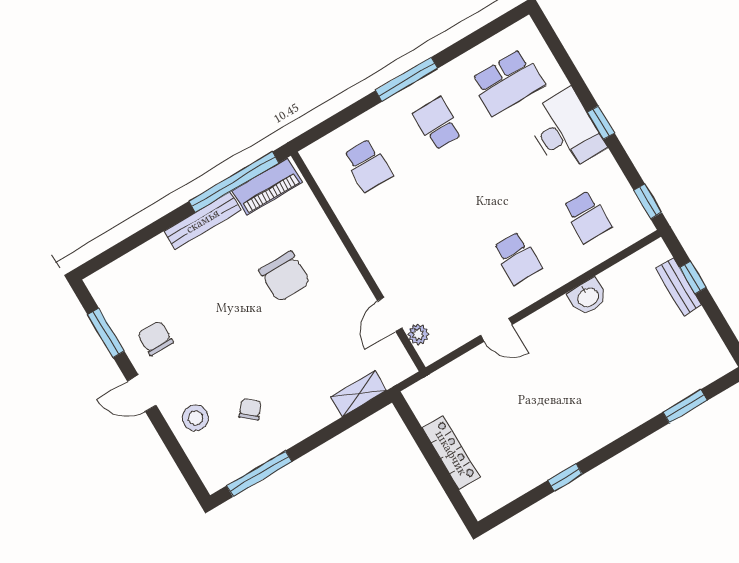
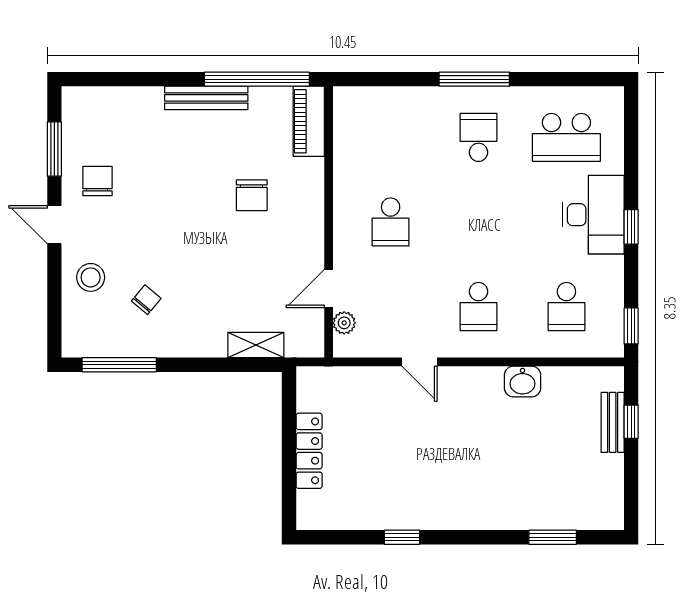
school desk: (368, 165) -> (391, 222), moved
piano: (267, 187) -> (309, 121), moved, turned 90
chair: (285, 277) -> (252, 195), width x0.73, depth x0.73

